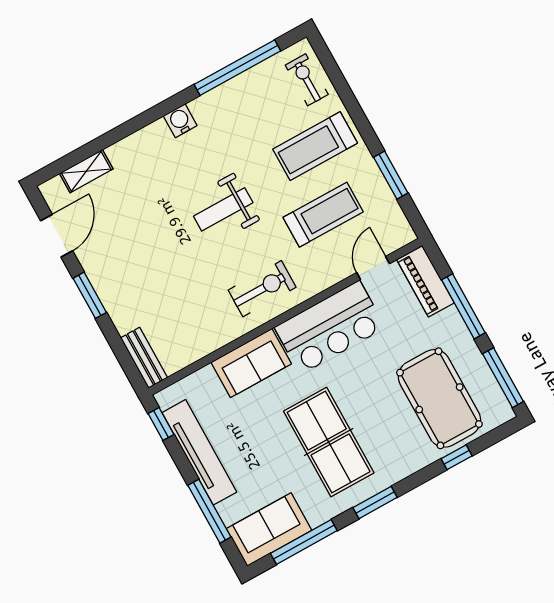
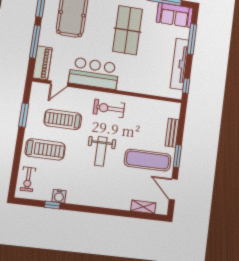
window: (237, 68) -> (52, 205), width x0.32
water cooler: (180, 121) -> (59, 196), moved
weight bench: (223, 209) -> (101, 151), turned 90
door: (57, 236) -> (173, 189), hinge flipped
exercise mat: (135, 252) -> (148, 160), added
bench: (144, 358) -> (172, 133), moved
sofa: (251, 363) -> (135, 83), removed

